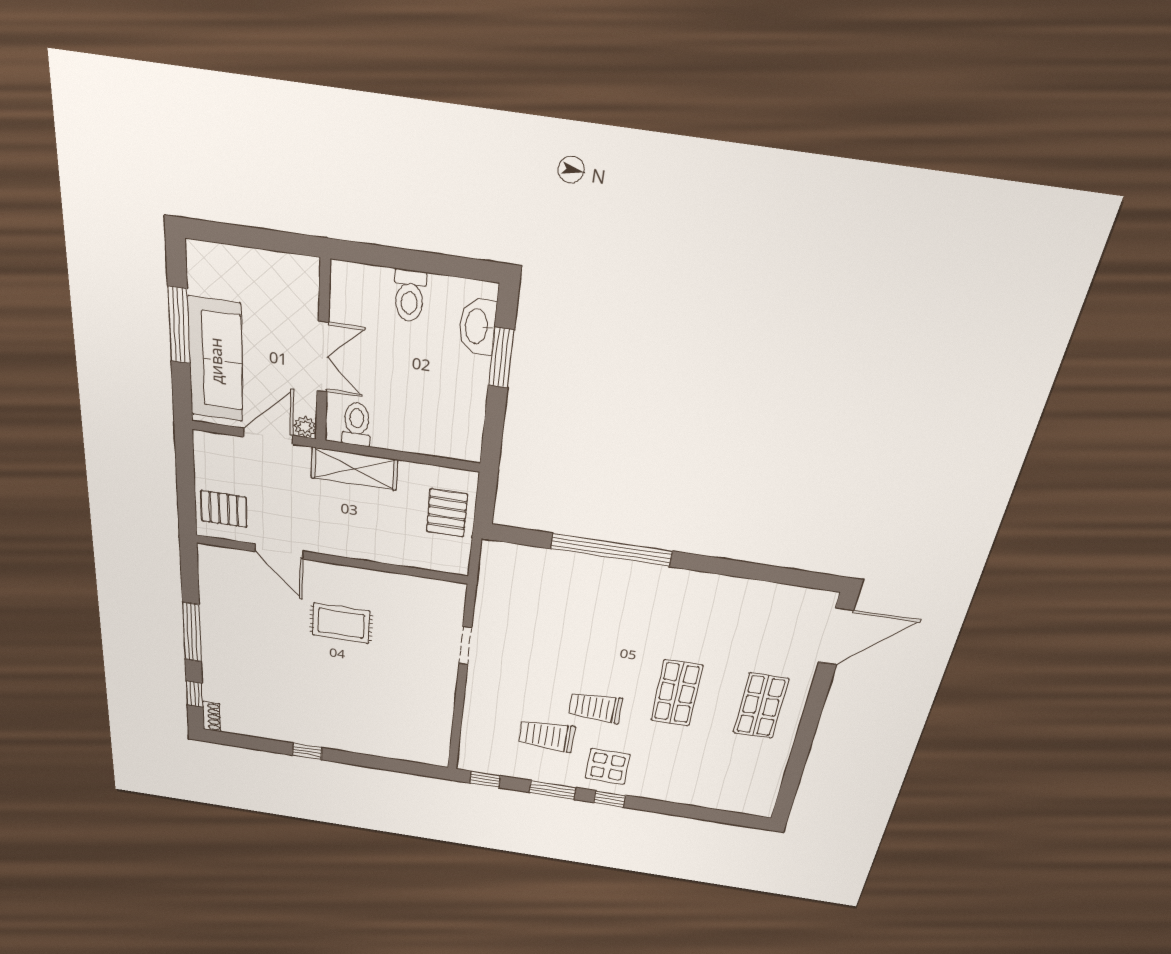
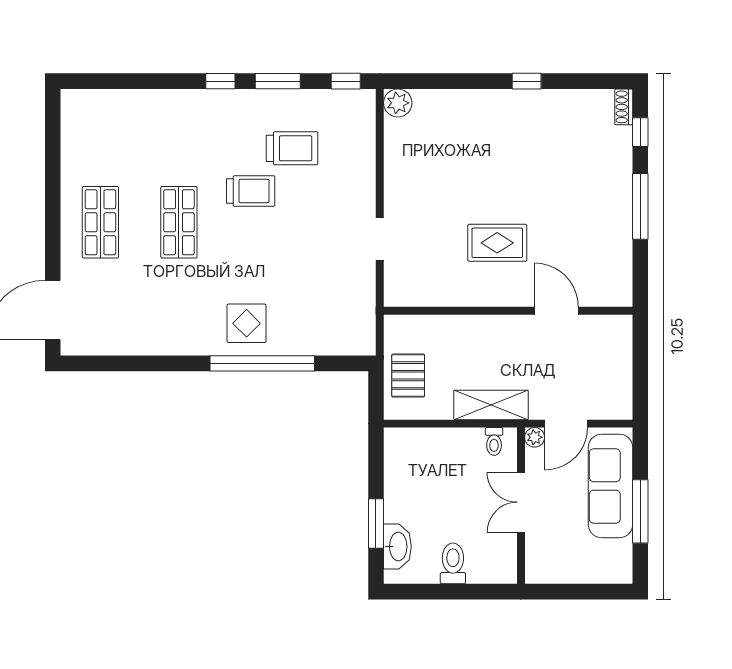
toilet: (356, 424) -> (494, 441), width x0.73, depth x0.72
pallet: (224, 509) -> (606, 346), removed
plant: (435, 755) -> (398, 103), added
display table: (608, 766) -> (247, 323), moved

